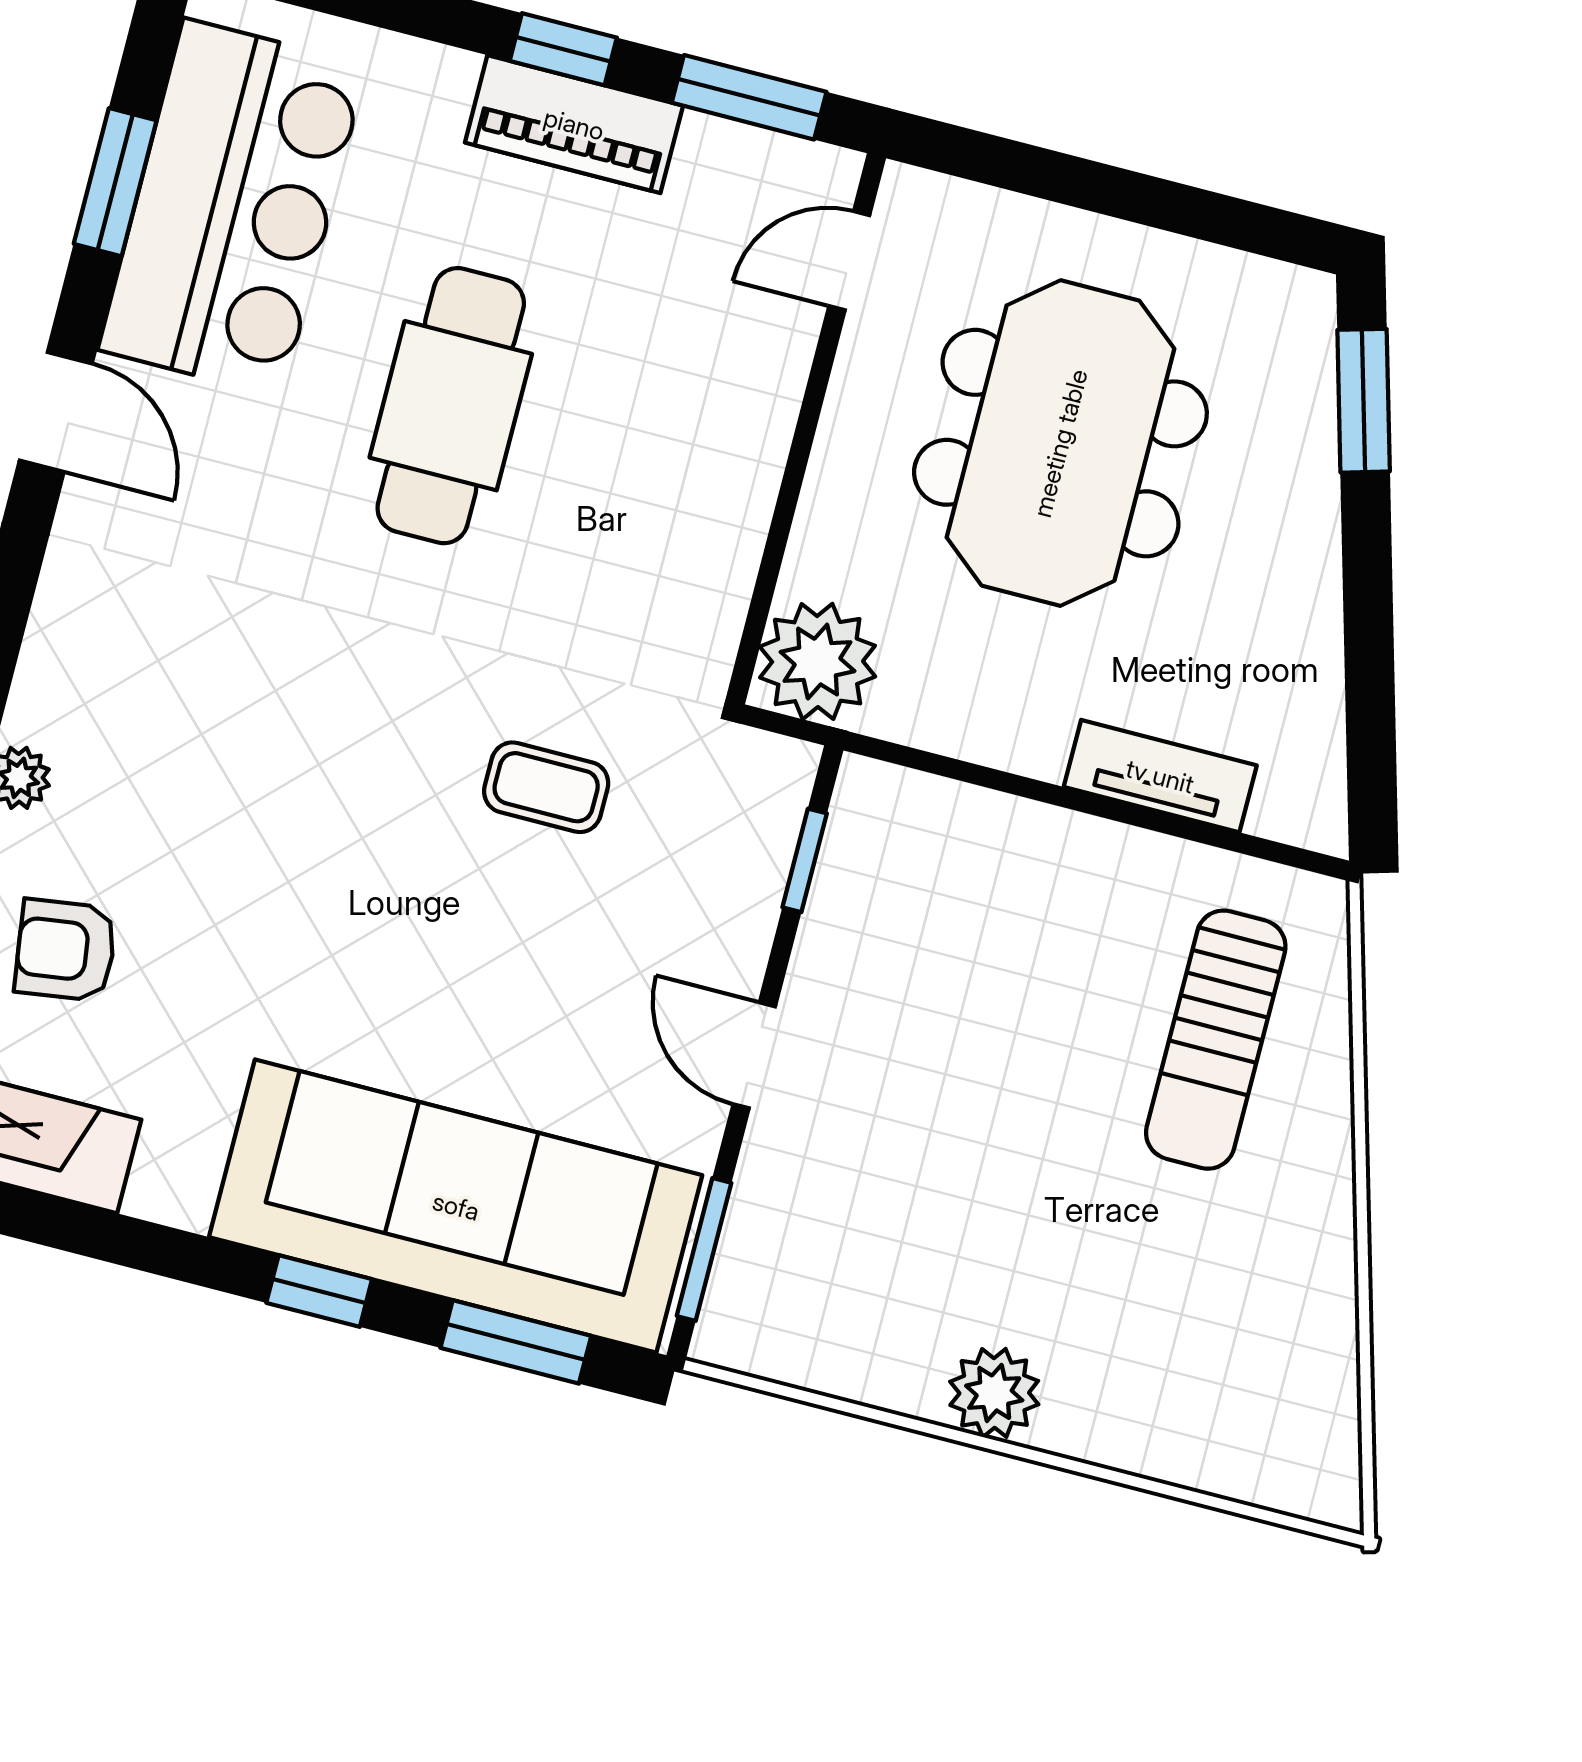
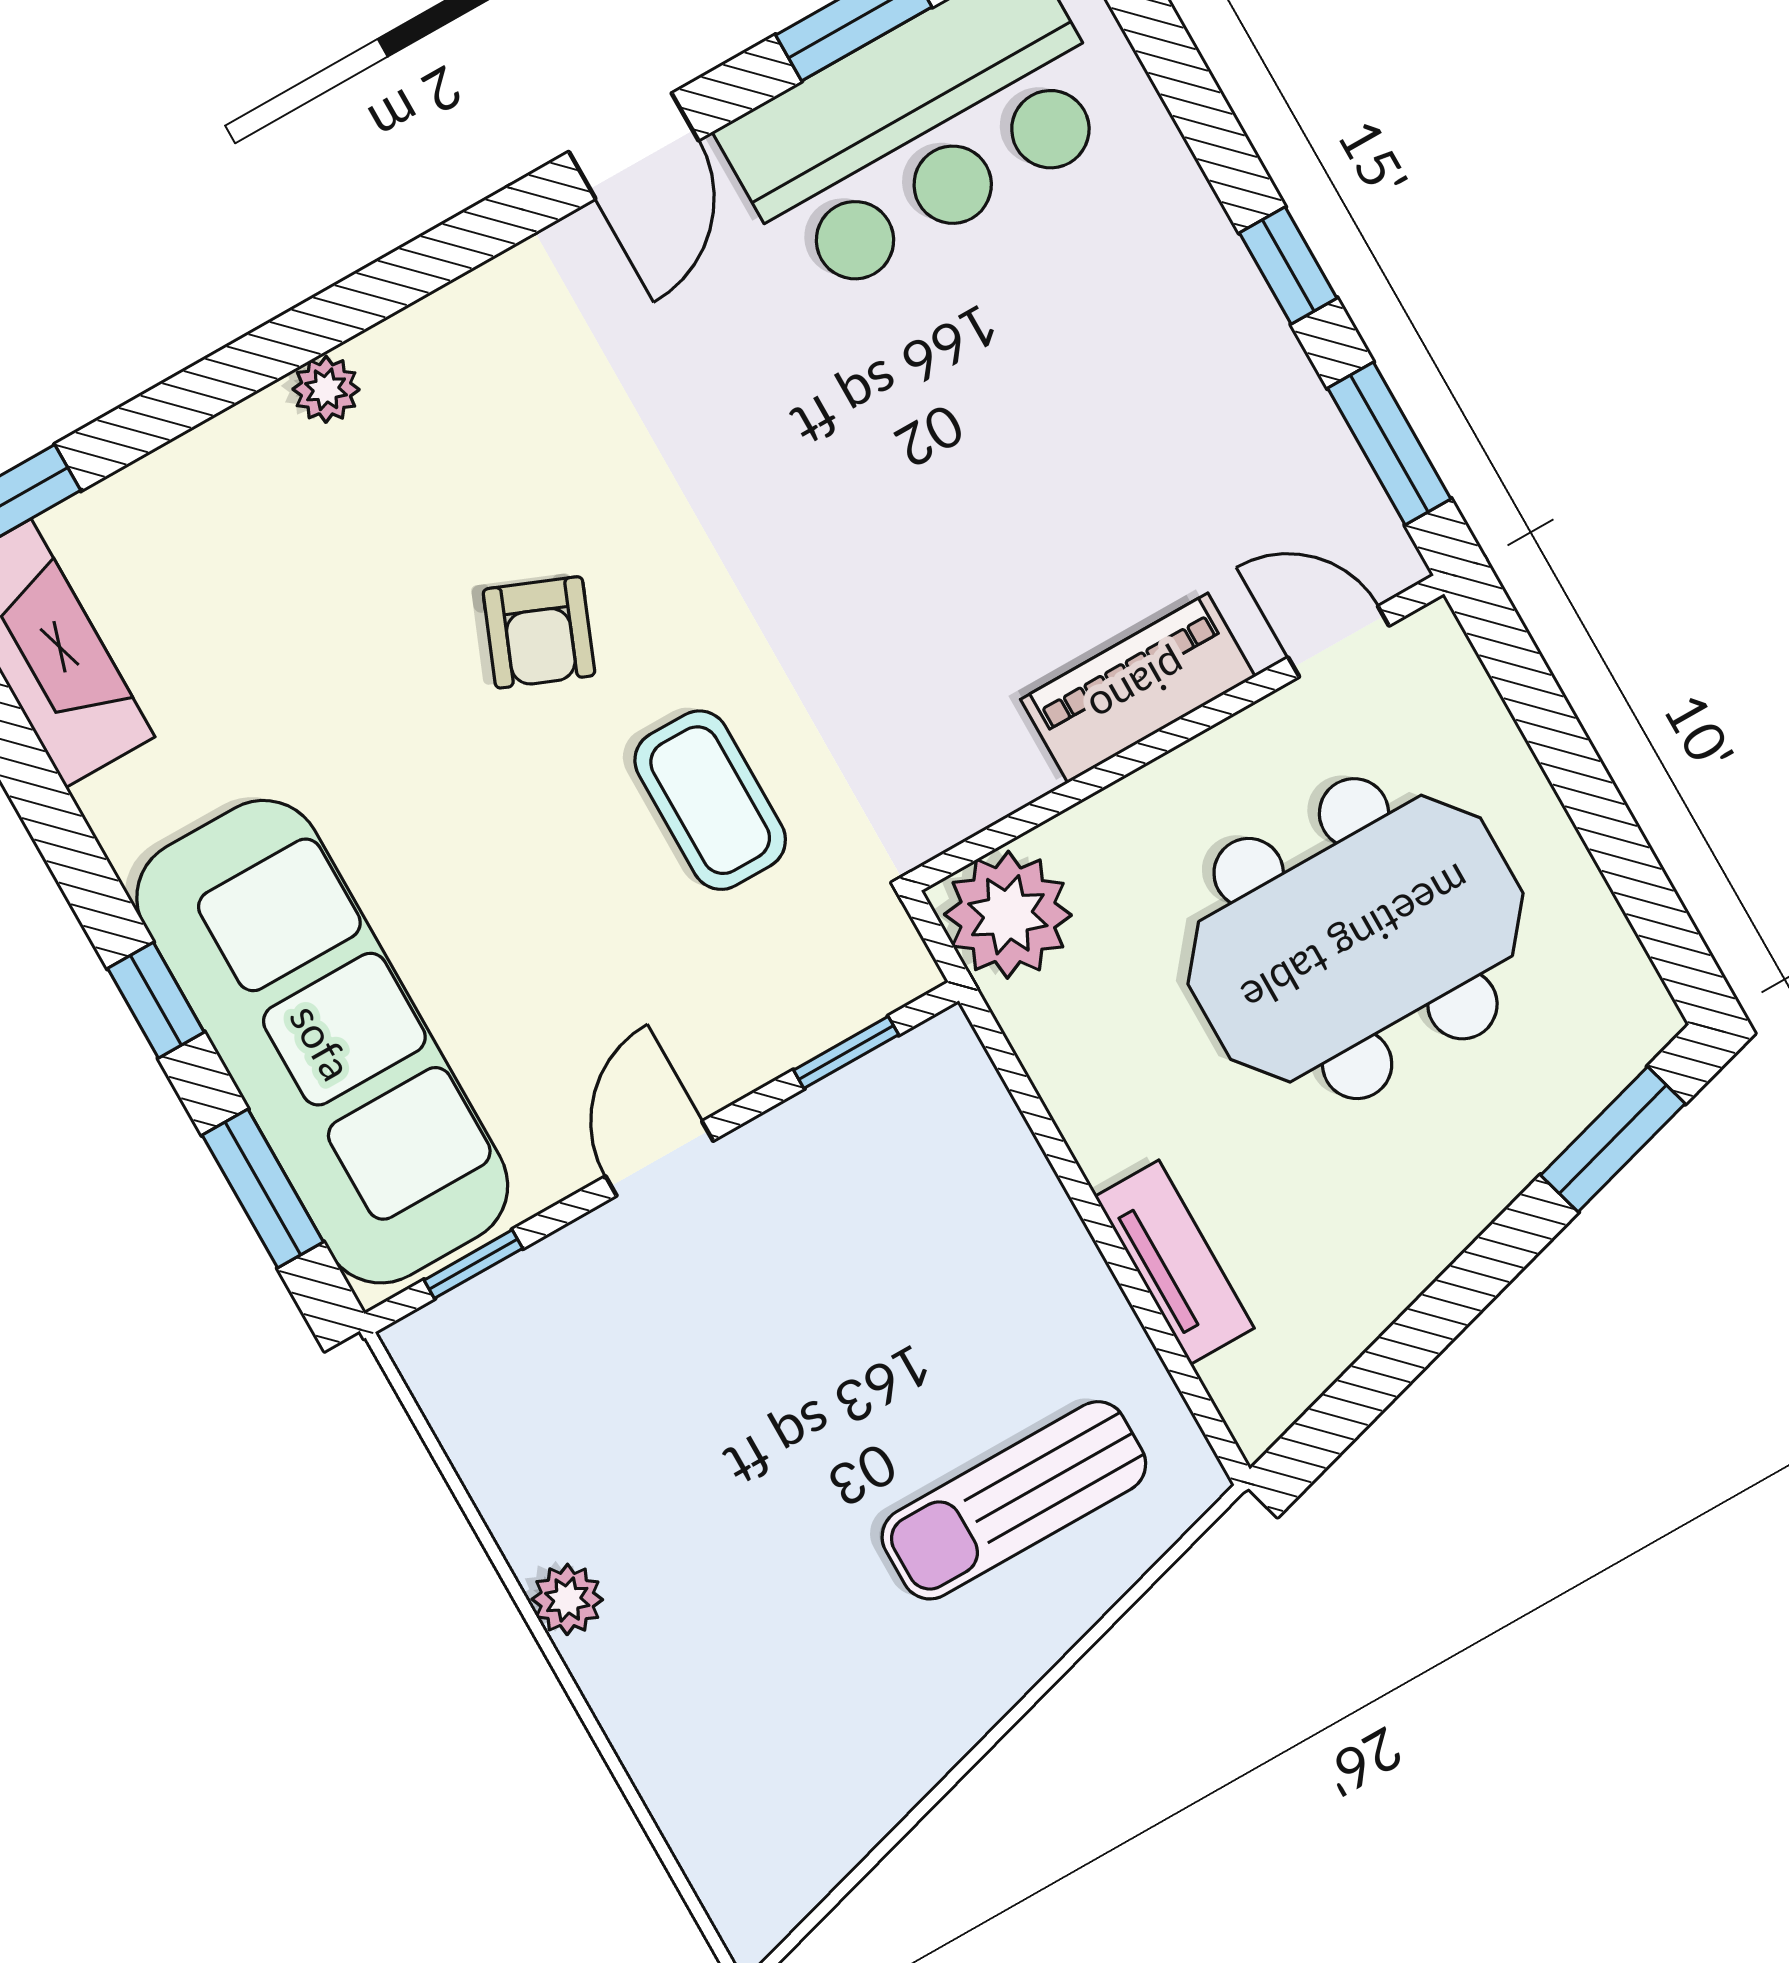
piano: (574, 124) -> (1138, 688), moved, turned 90
cafe table: (451, 406) -> (932, 444), removed
coffee table: (546, 787) -> (710, 800), width x1.36, depth x1.30
armchair: (66, 950) -> (539, 632), moved, turned -150
window: (704, 1249) -> (473, 1264), width x0.67
plant: (994, 1393) -> (567, 1599), width x0.73, depth x0.73

